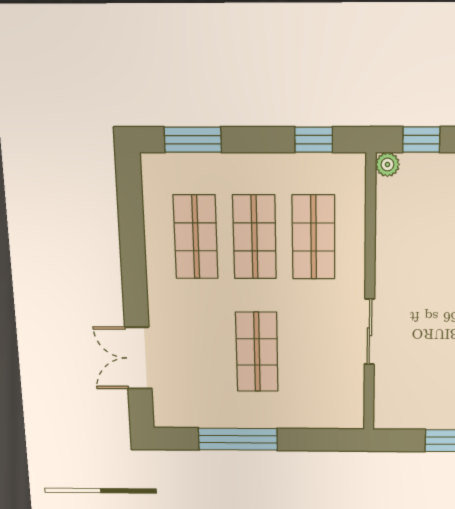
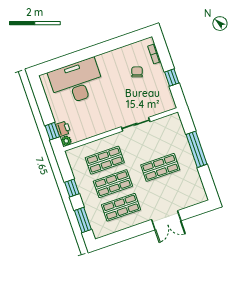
window: (314, 140) -> (72, 188), moved
printer: (418, 167) -> (63, 129), added
double door: (138, 358) -> (166, 220), moved
window: (238, 439) -> (196, 149), moved

